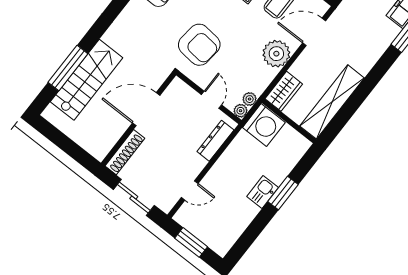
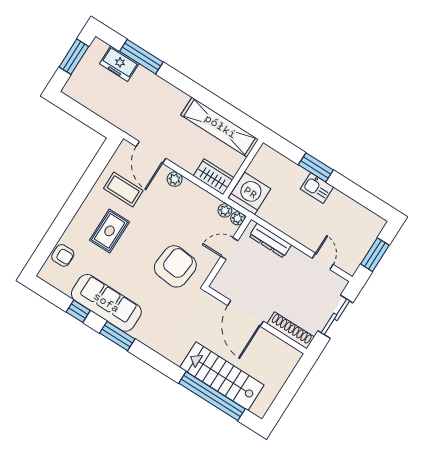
plant: (276, 54) -> (175, 179), width x0.53, depth x0.53
window: (68, 68) -> (212, 396), width x1.46

